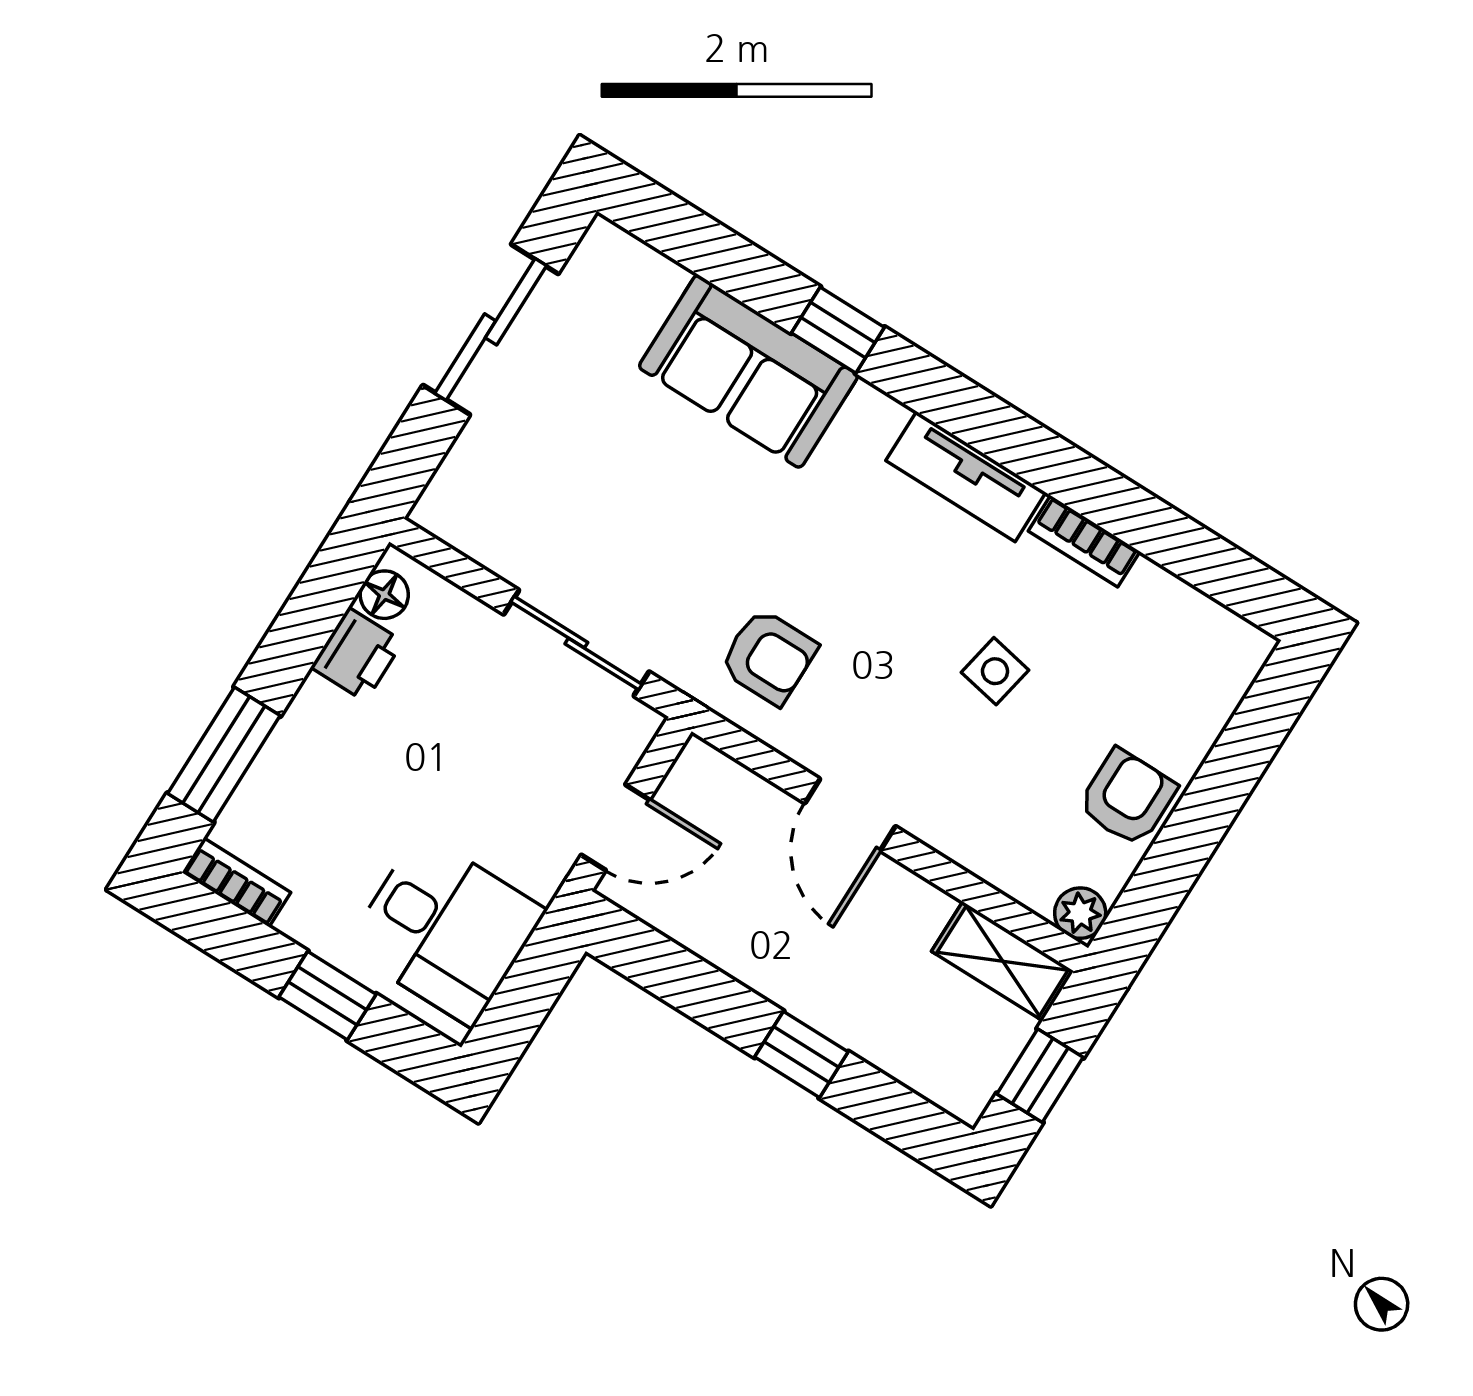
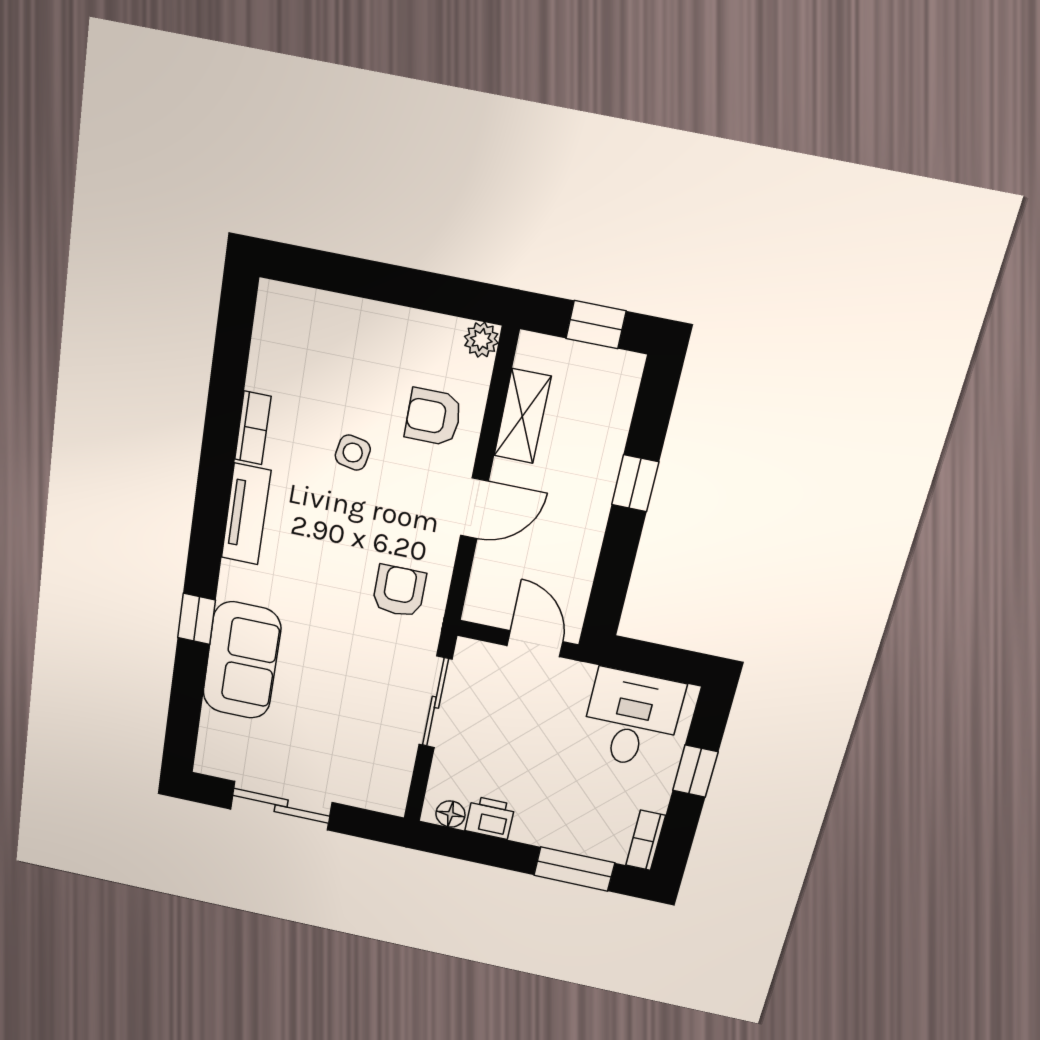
armchair: (1127, 798) -> (433, 417), moved
shelving: (1003, 961) -> (522, 416), moved

